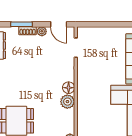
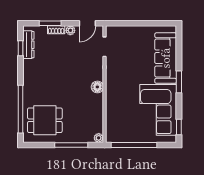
door: (59, 24) -> (87, 23), hinge flipped
plant: (67, 102) -> (96, 101), removed

